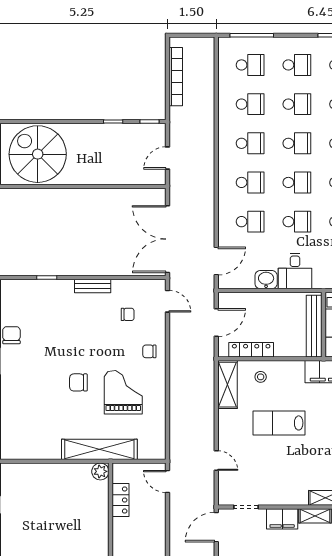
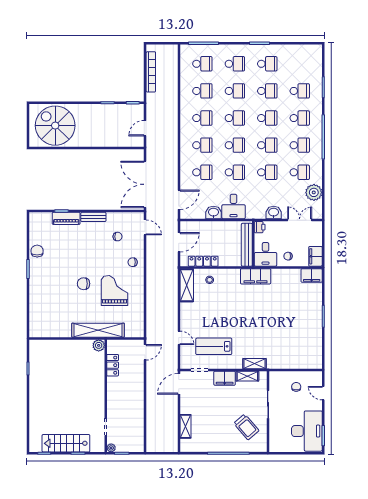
piano: (53, 288) -> (66, 218), added
lab bench: (279, 423) -> (214, 346), moved
door: (167, 481) -> (145, 352), swing flipped

